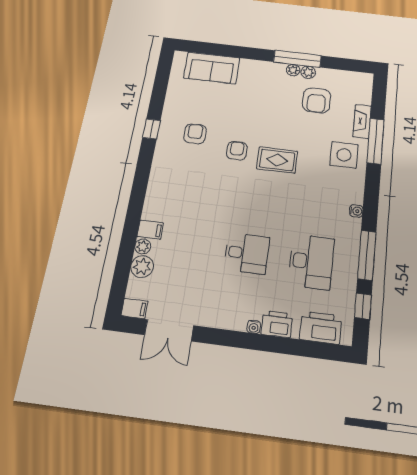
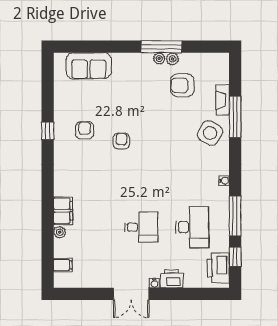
armchair: (317, 100) -> (182, 85), turned 90
side table: (344, 155) -> (210, 133), turned 30
rug: (277, 160) -> (156, 145), removed
filing cabinet: (150, 230) -> (63, 211), width x2.00
plant: (142, 267) -> (62, 248), removed
filing cabinet: (135, 308) -> (63, 265), moved
printer: (321, 328) -> (218, 268), moved, turned -90
double door: (169, 330) -> (131, 294), moved

